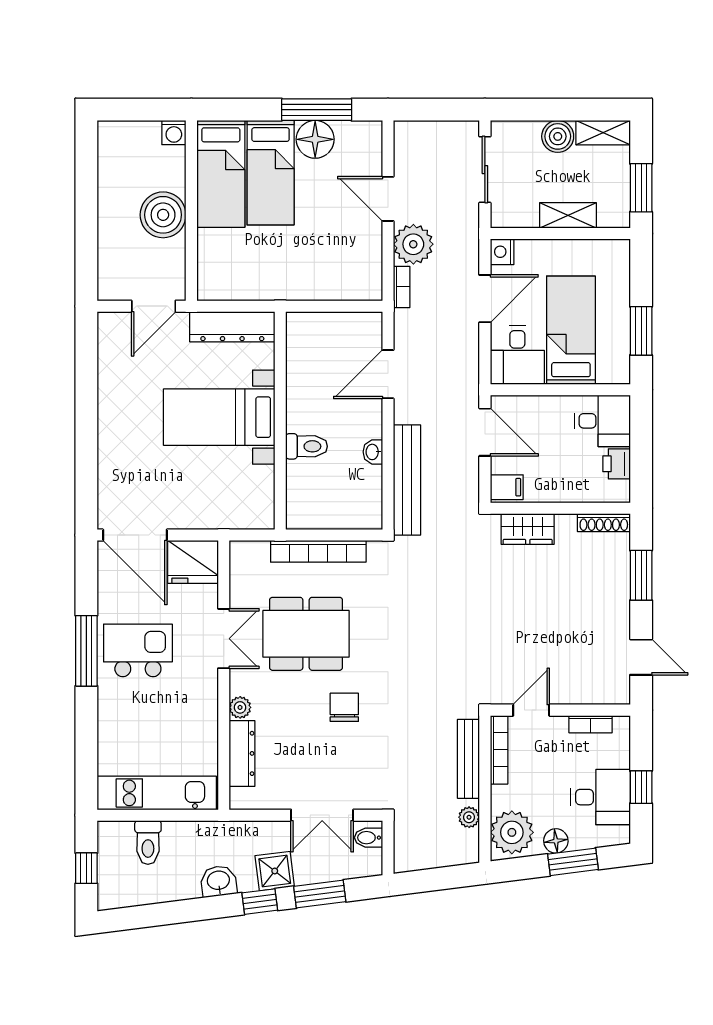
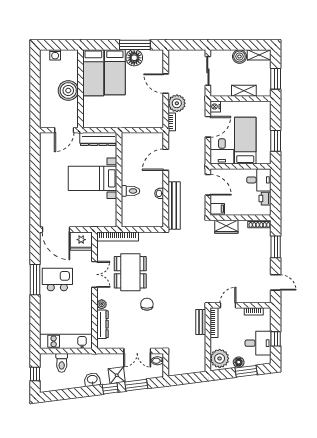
washing machine: (174, 133) -> (55, 55), moved
bookcase: (318, 551) -> (118, 237), moved
dining table: (306, 634) -> (130, 272), turned 90
bench: (468, 759) -> (201, 322), width x0.73
plant: (469, 817) -> (201, 352), removed

